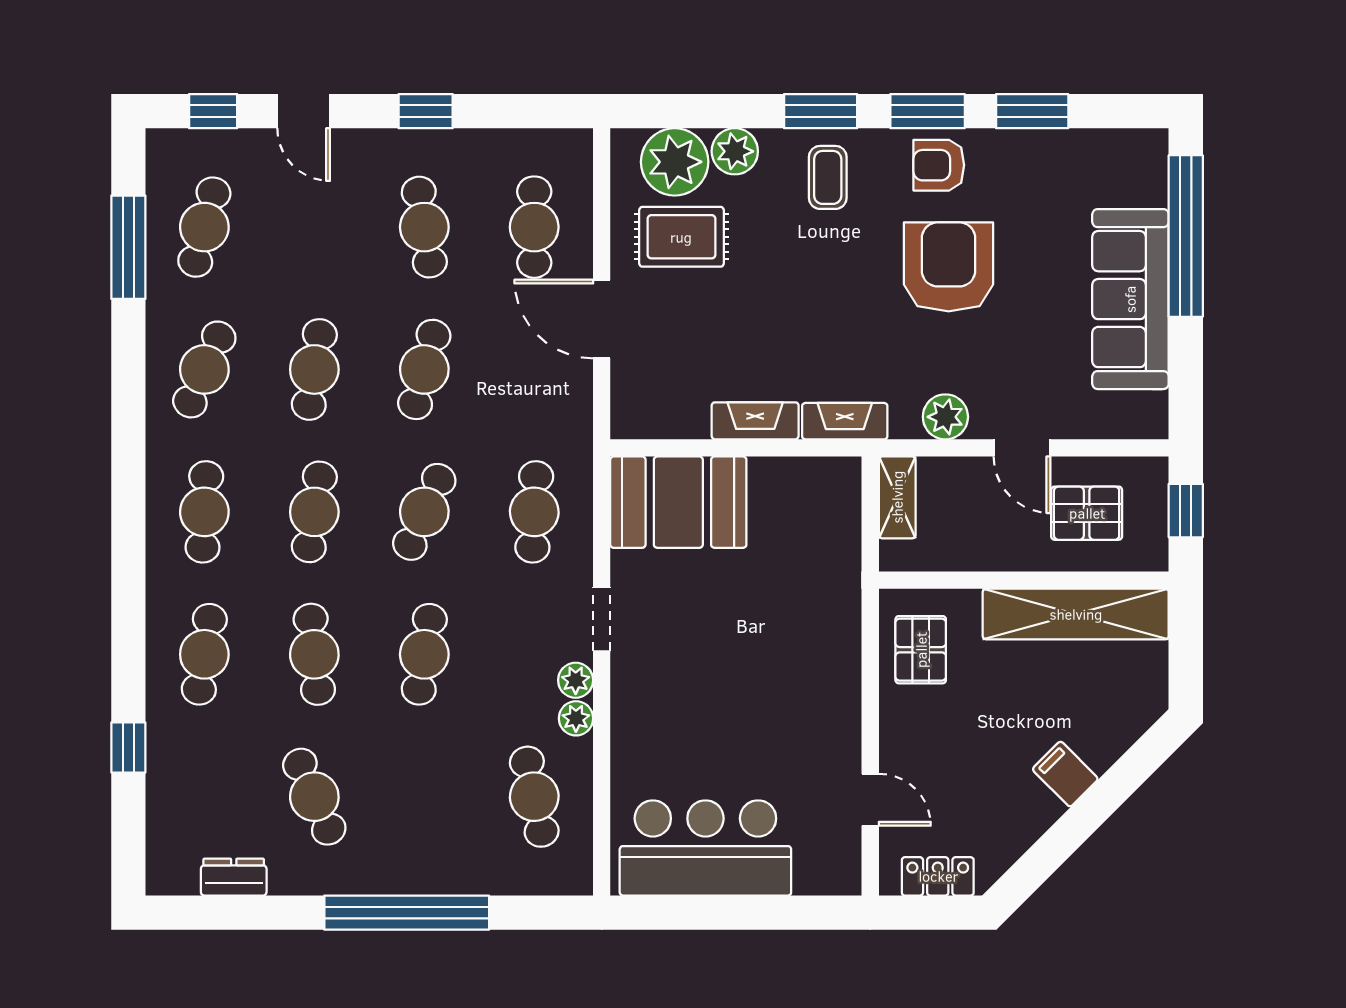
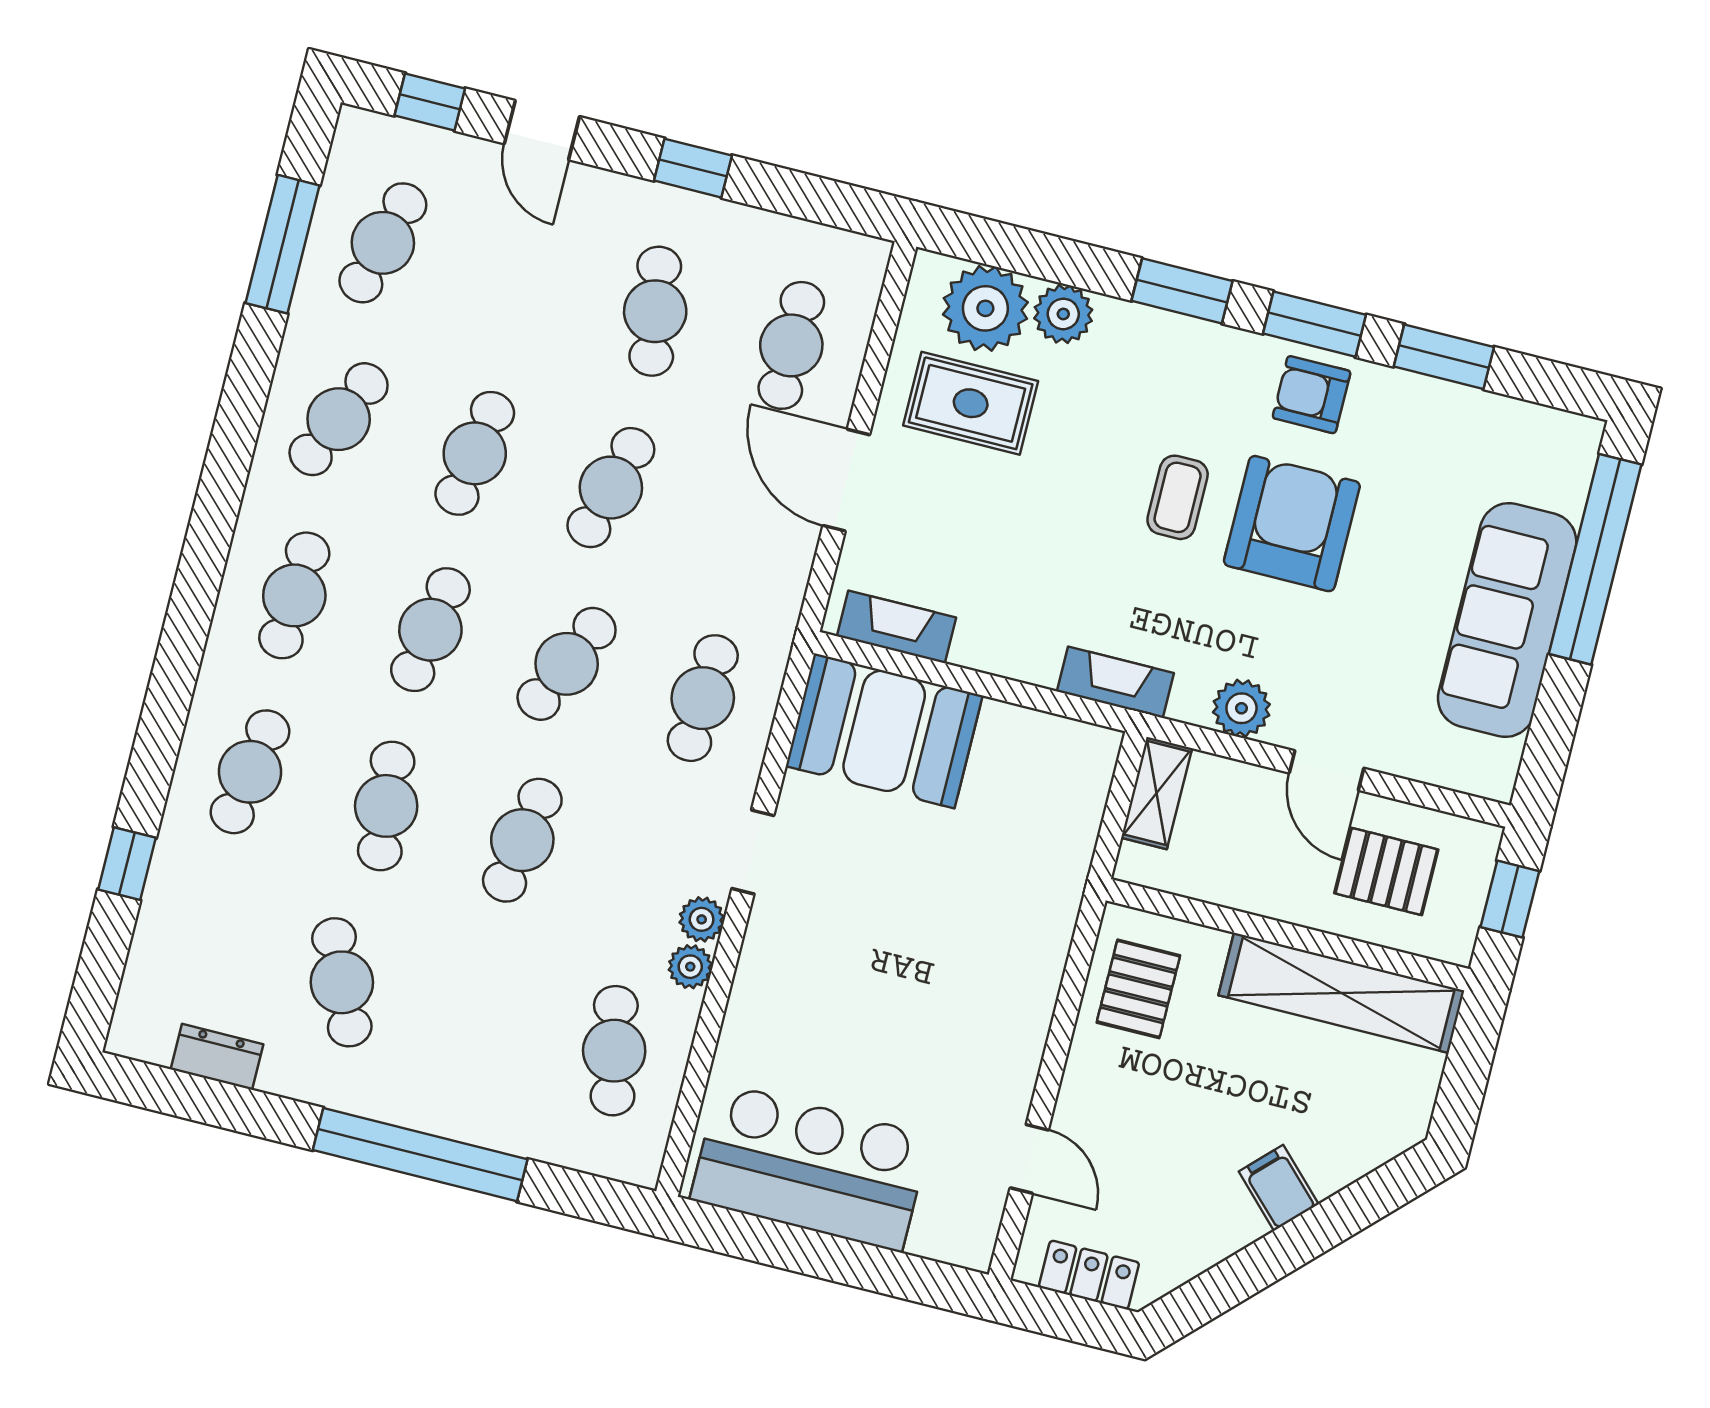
coffee table: (828, 177) -> (1178, 497), moved
fireplace: (755, 421) -> (897, 627), moved

